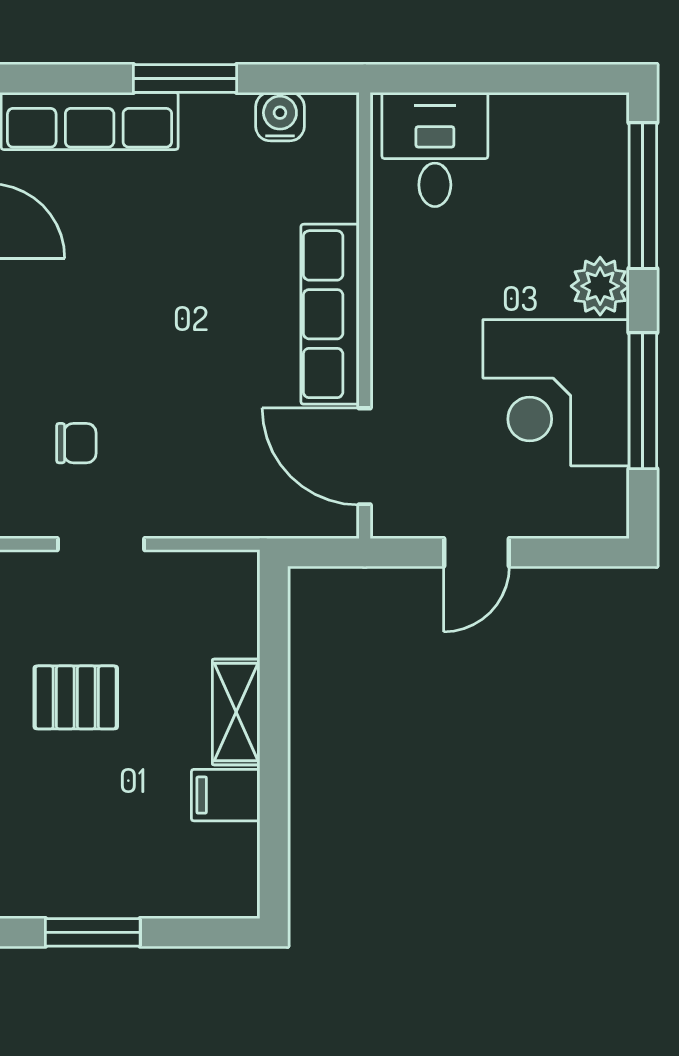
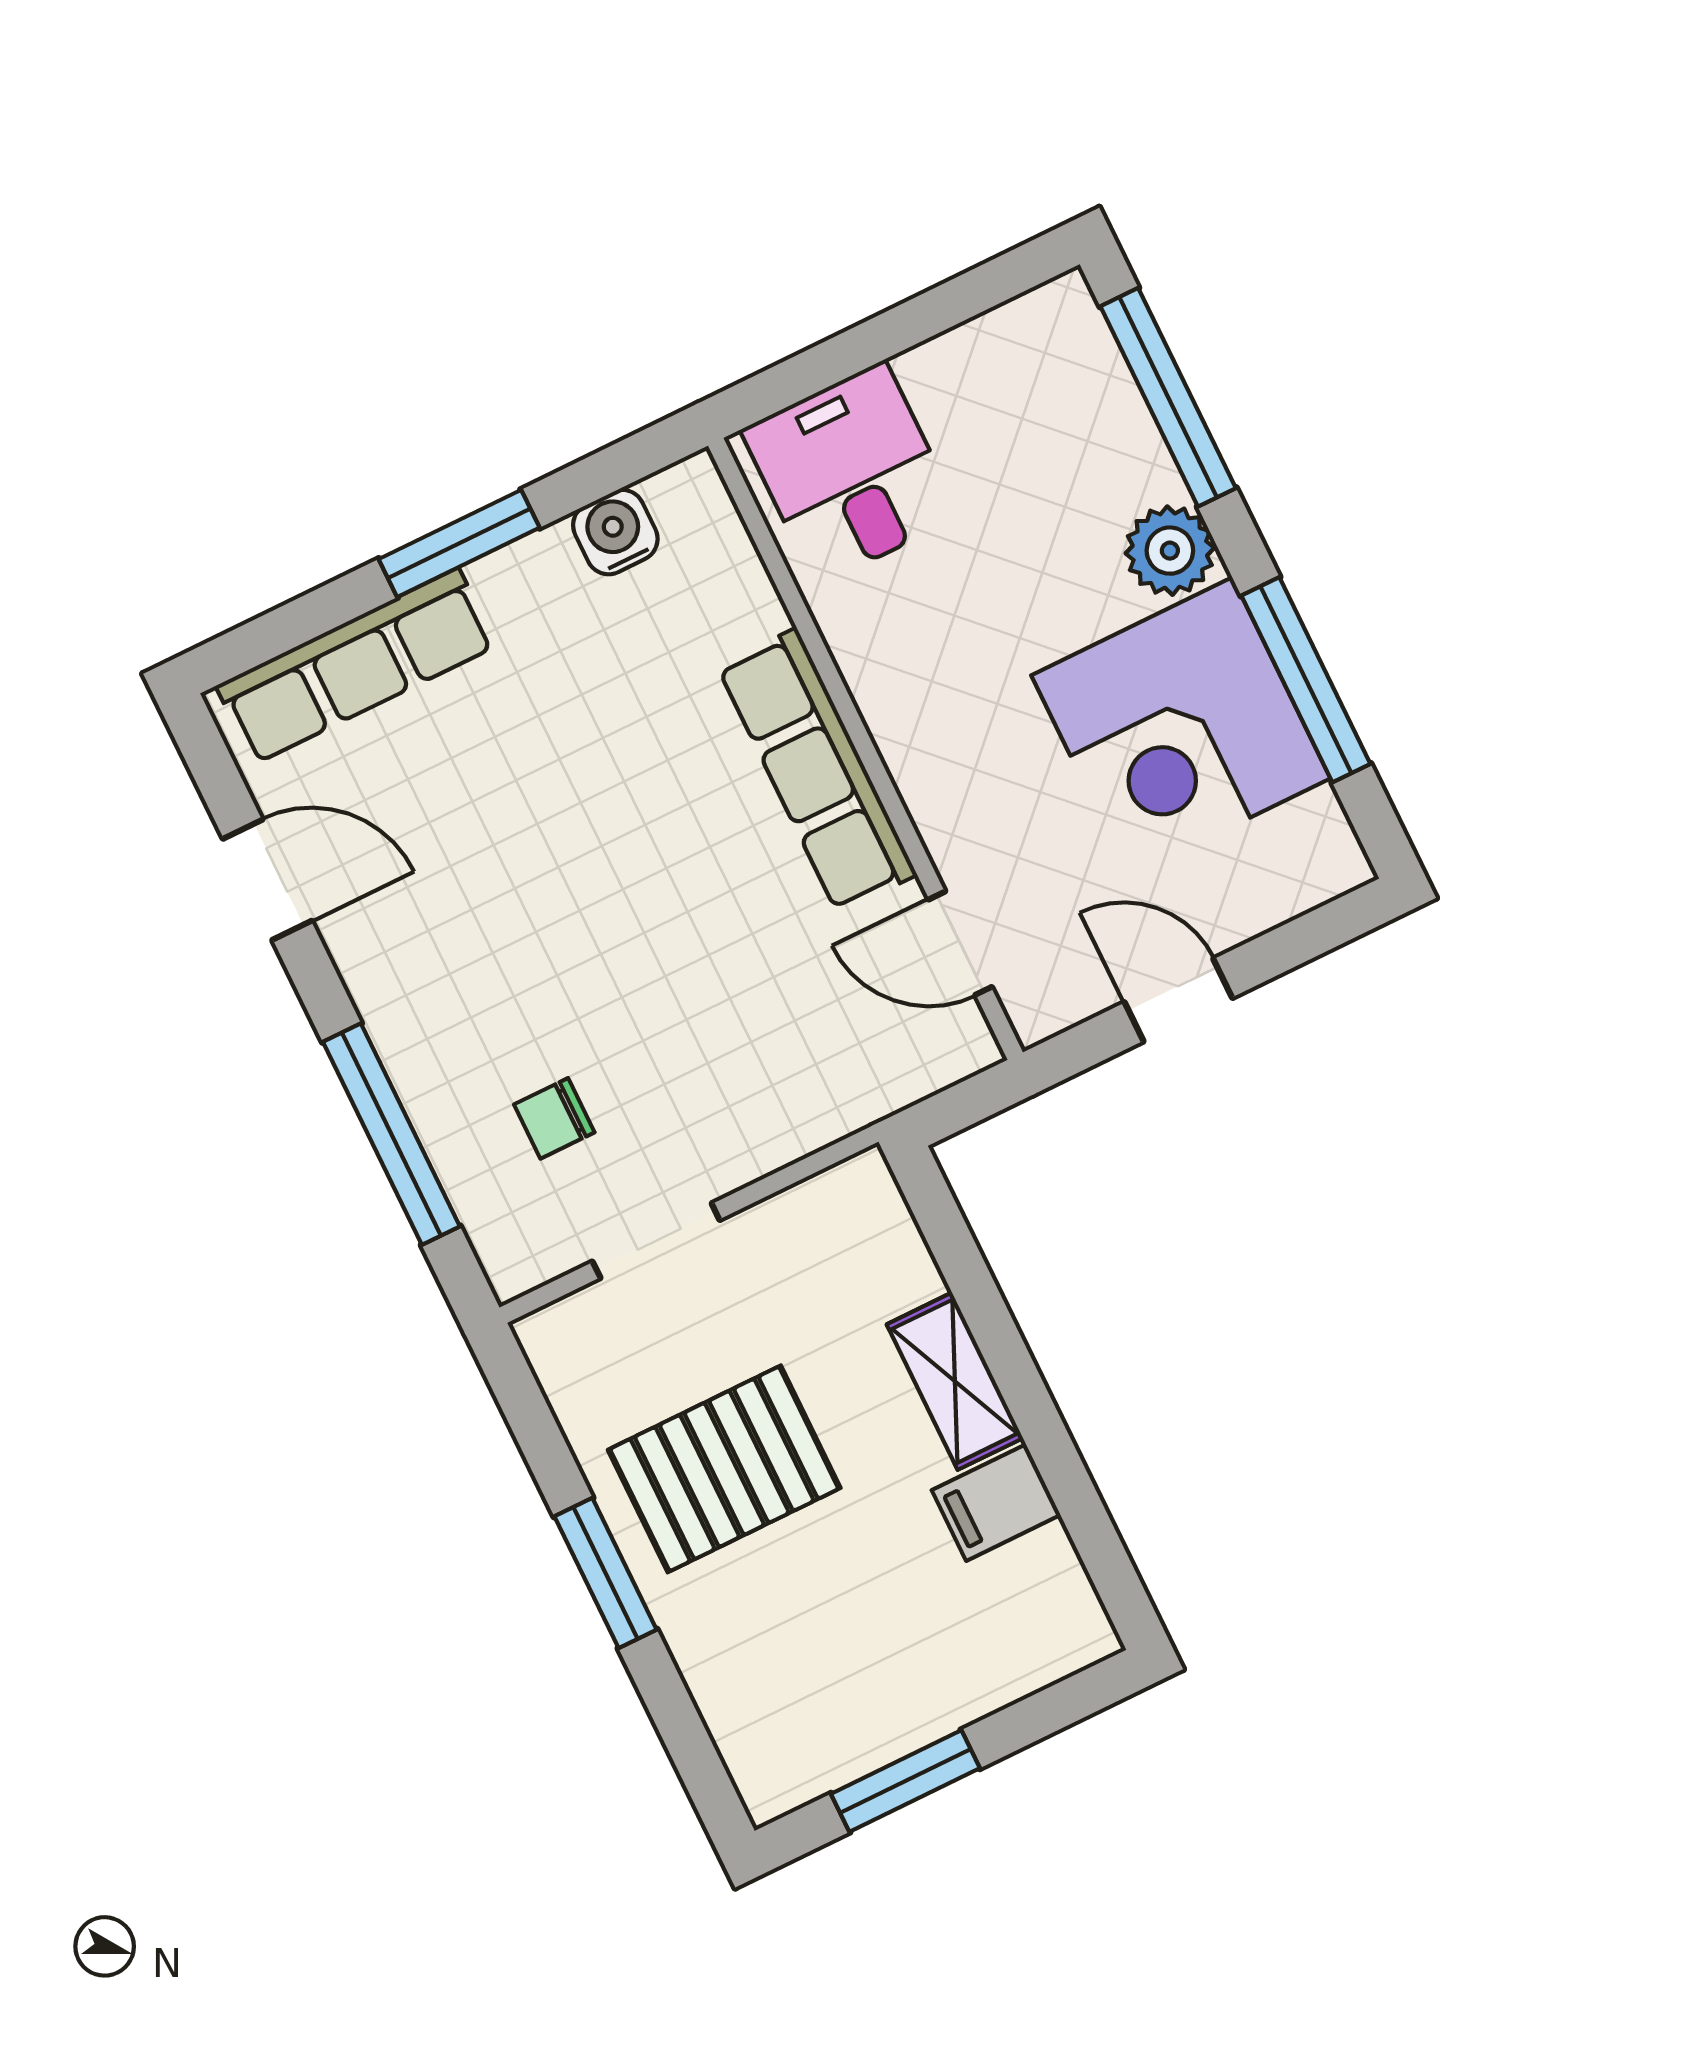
chair: (76, 443) -> (554, 1118), turned 180
door: (365, 456) -> (960, 943), width x0.73
door: (476, 552) -> (1178, 1000), swing flipped
pallet: (76, 697) -> (724, 1469), width x1.50, depth x1.42

